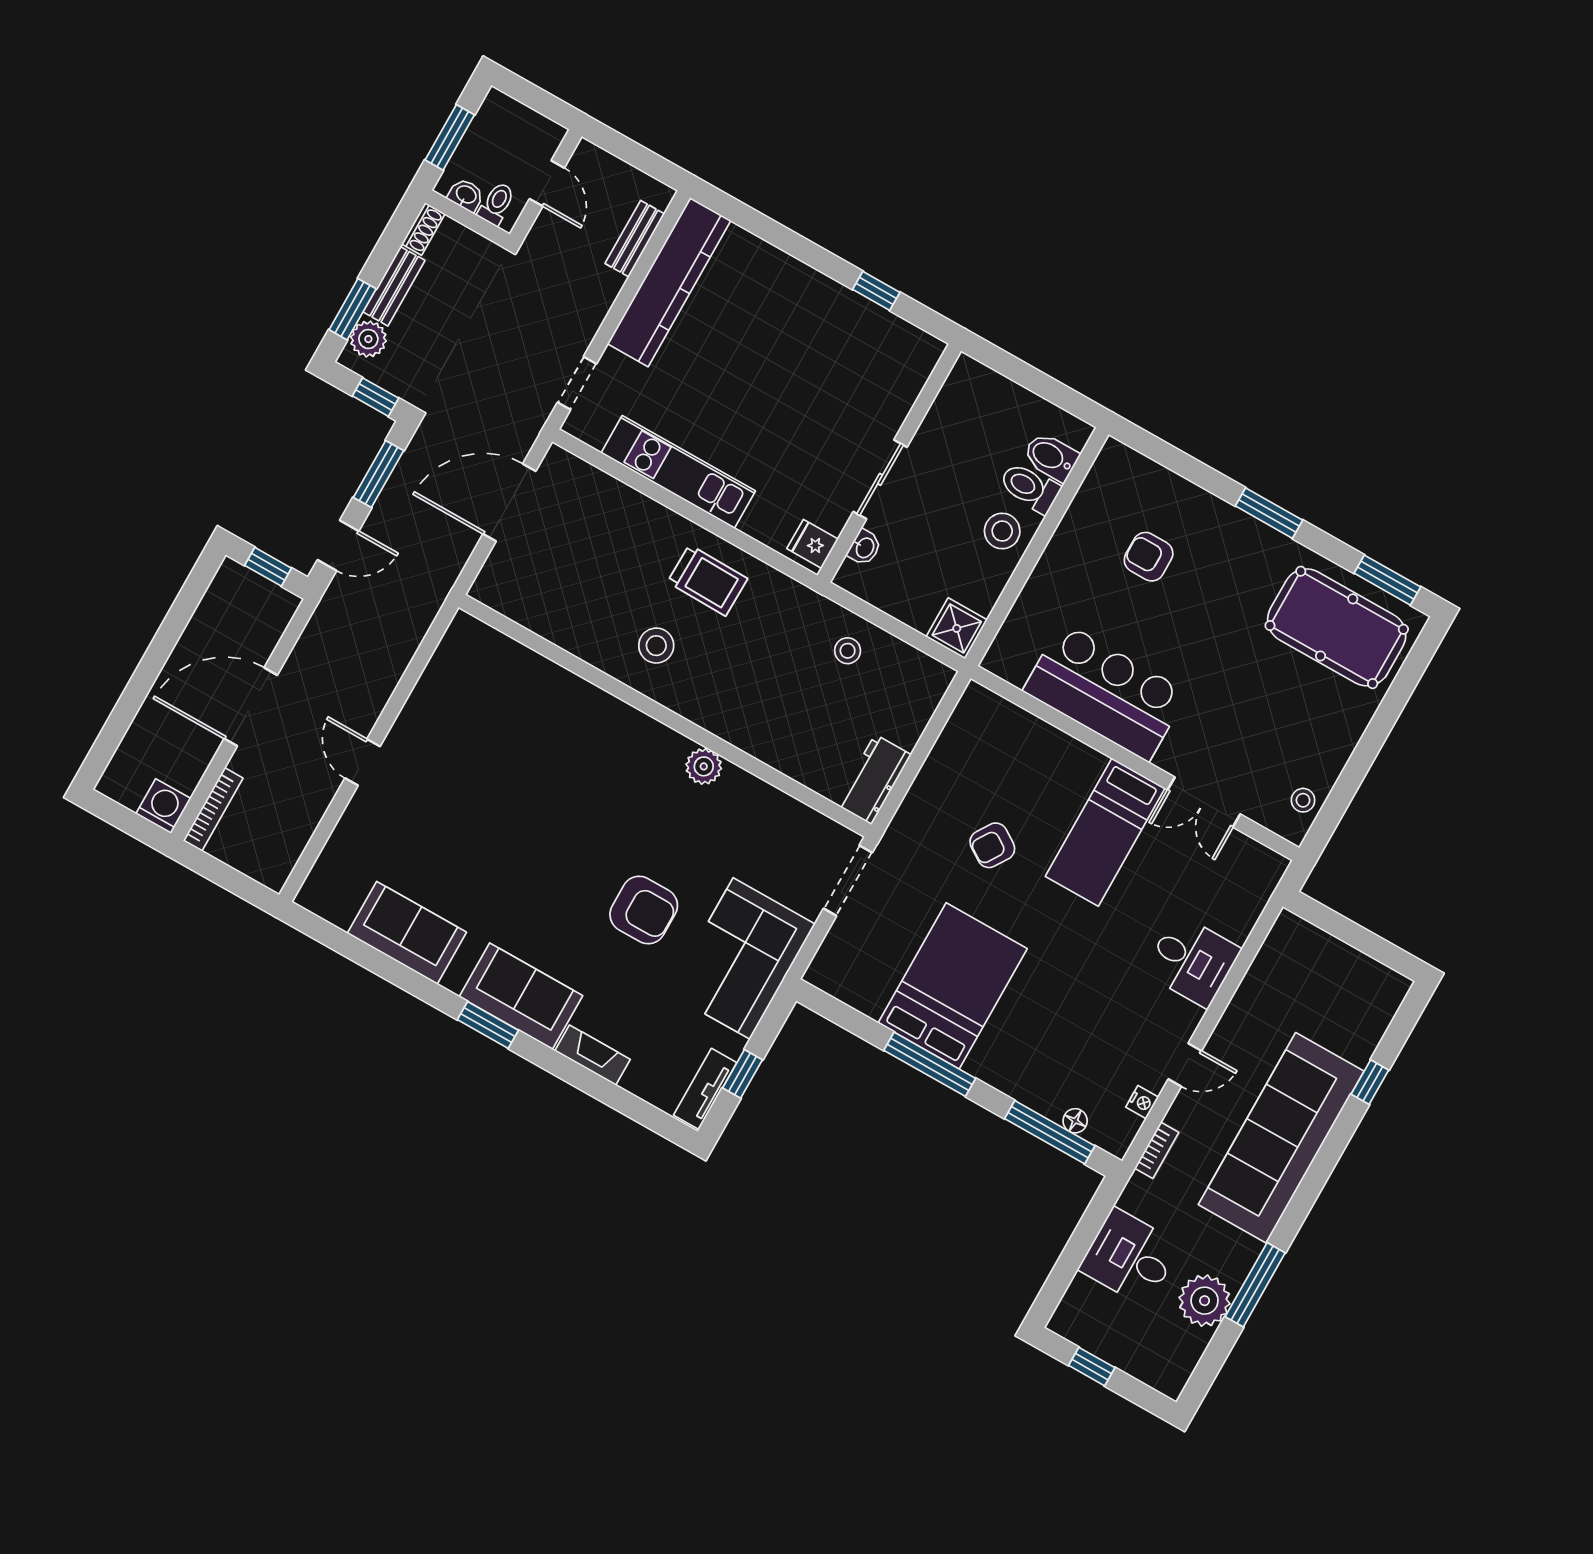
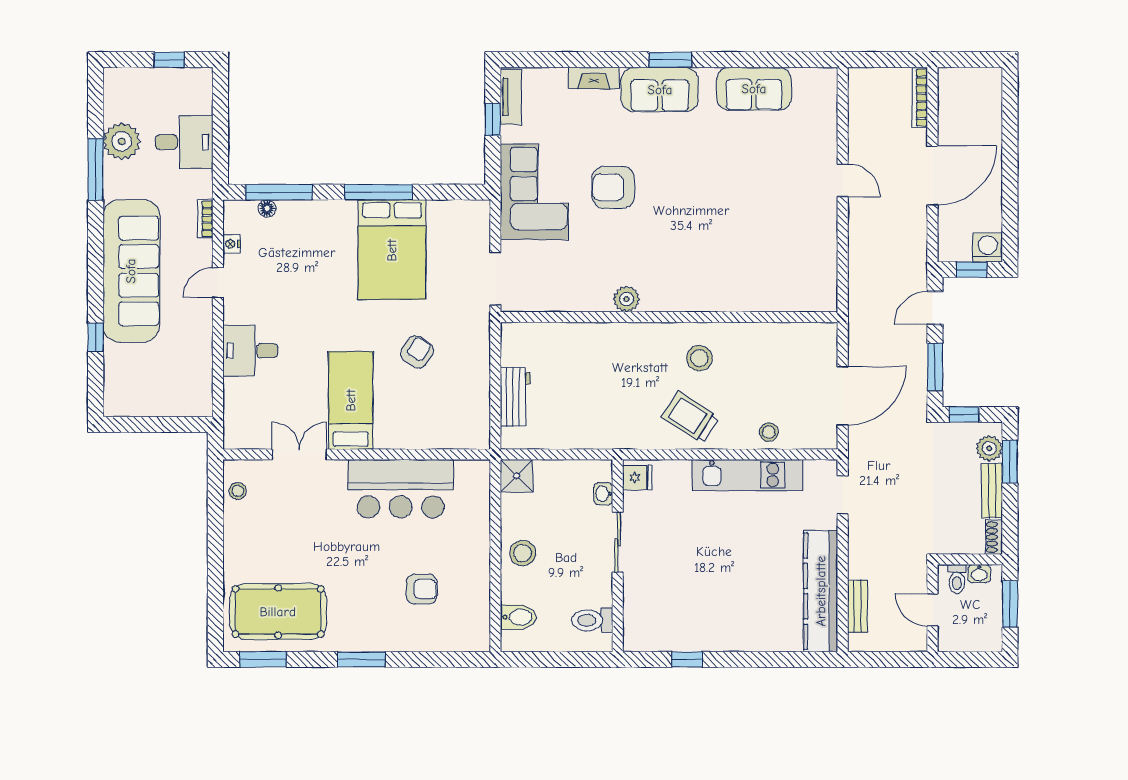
toilet: (1030, 488) -> (592, 620), moved, turned 180
trolley: (707, 580) -> (690, 417), turned 32
stool: (848, 651) -> (769, 432), moved
workbench: (873, 779) -> (515, 397), moved
washing machine: (163, 806) -> (988, 247), moved, turned 180

